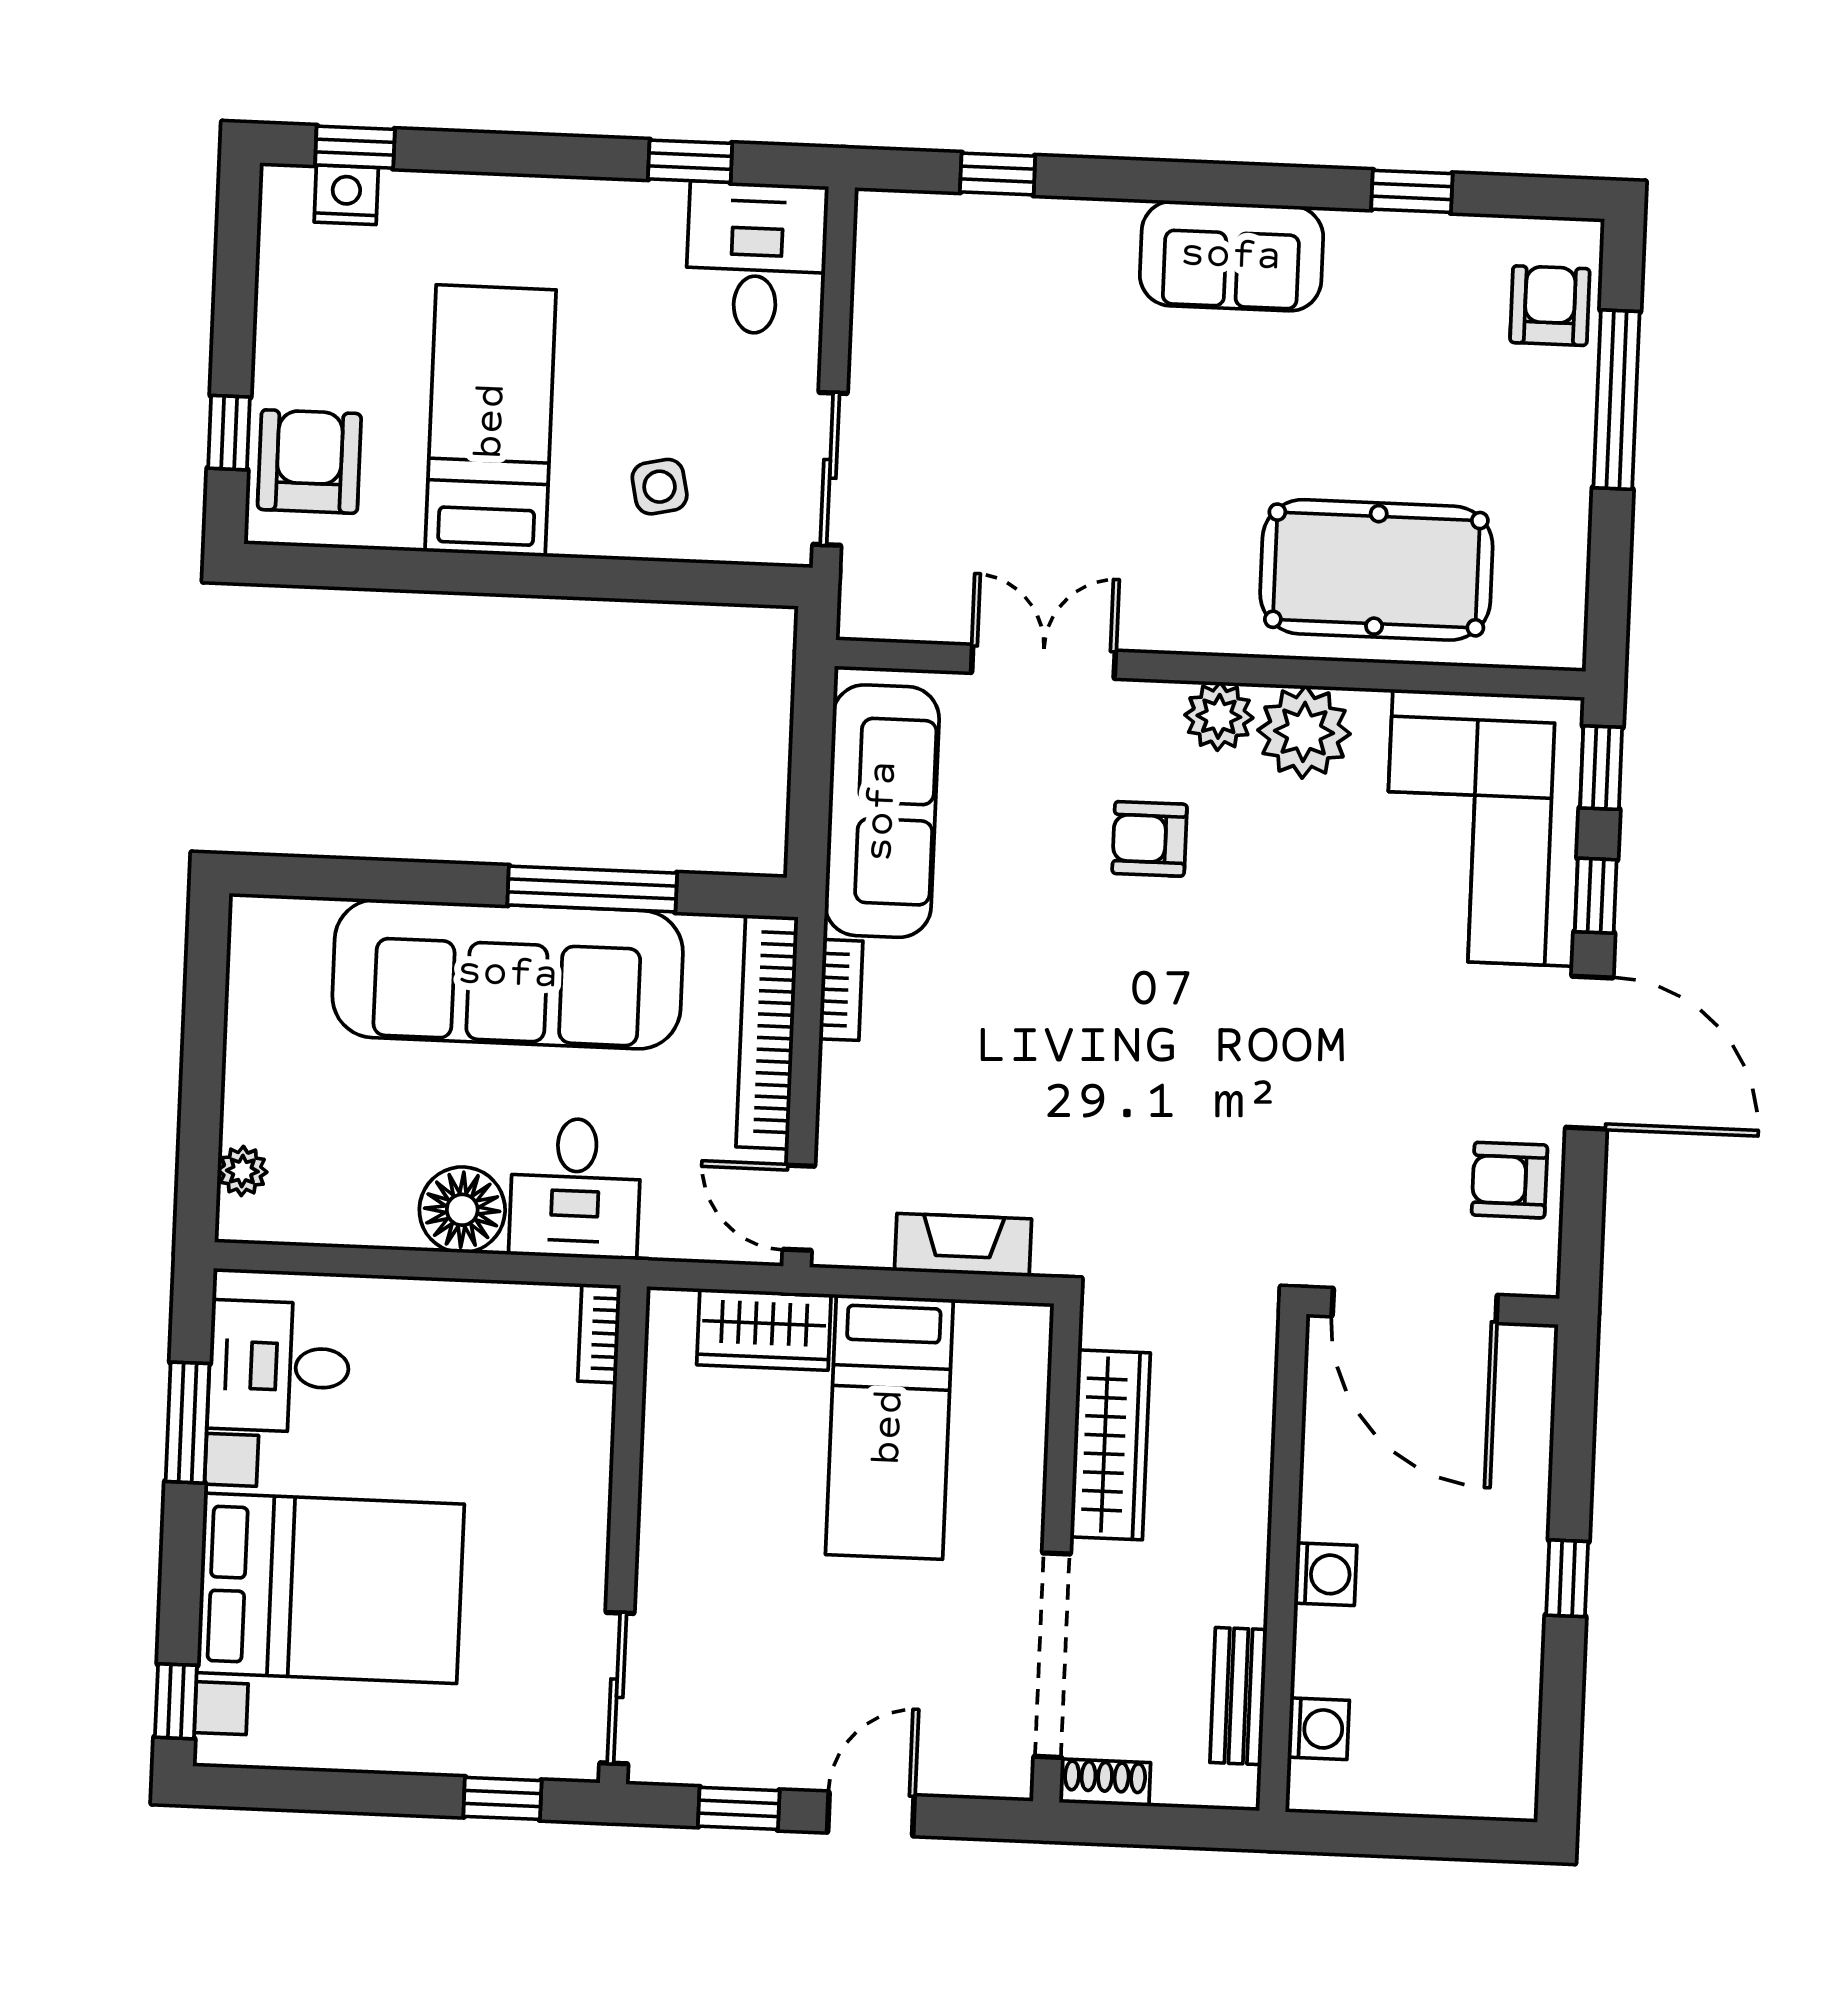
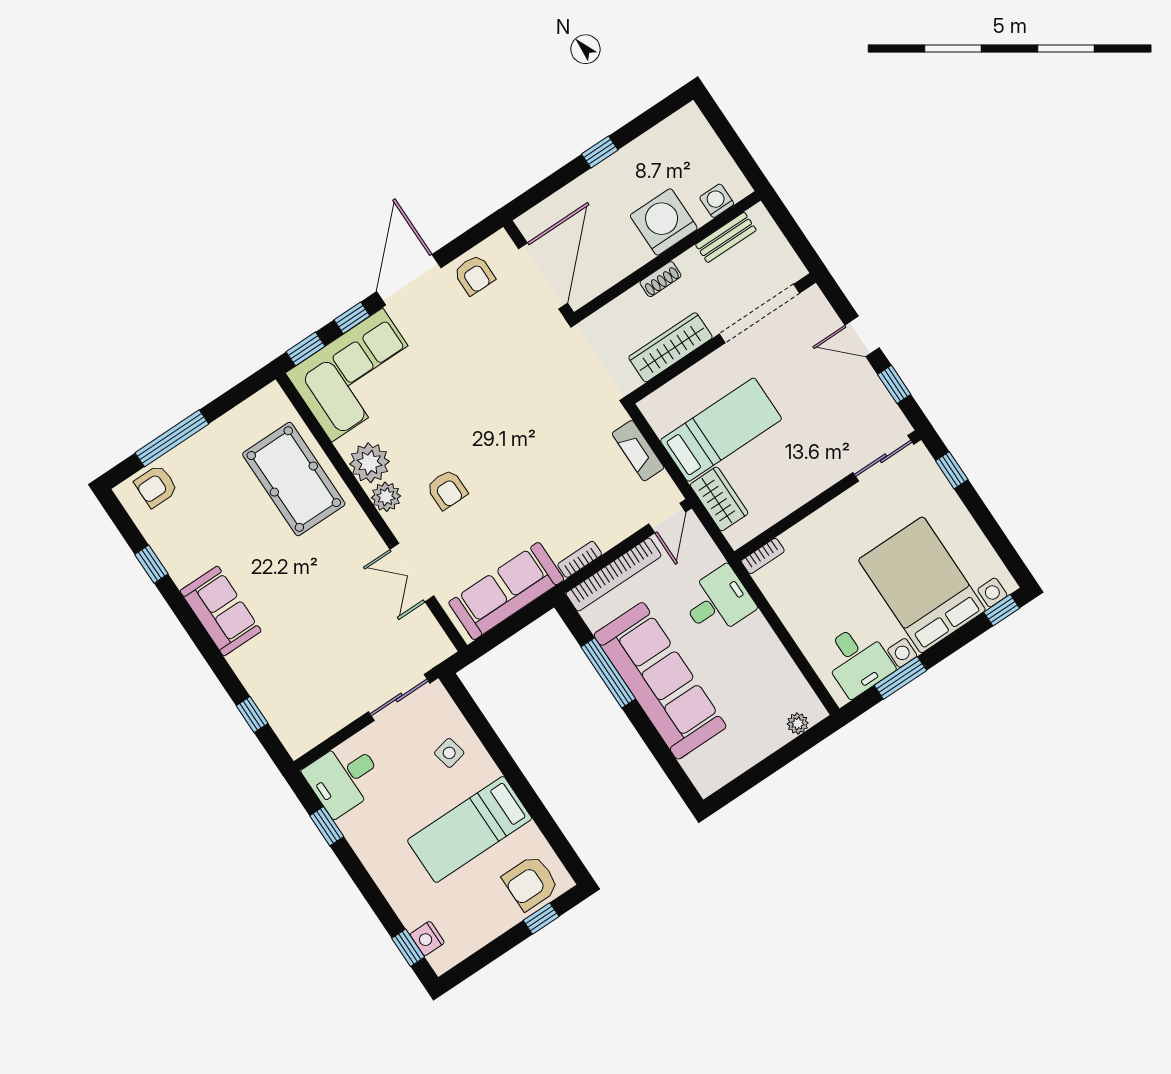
floor lamp: (462, 1210) -> (755, 636), removed
washing machine: (1325, 1574) -> (664, 222), width x1.89, depth x1.89
shoe rack: (1105, 1782) -> (661, 279), moved, turned -90

